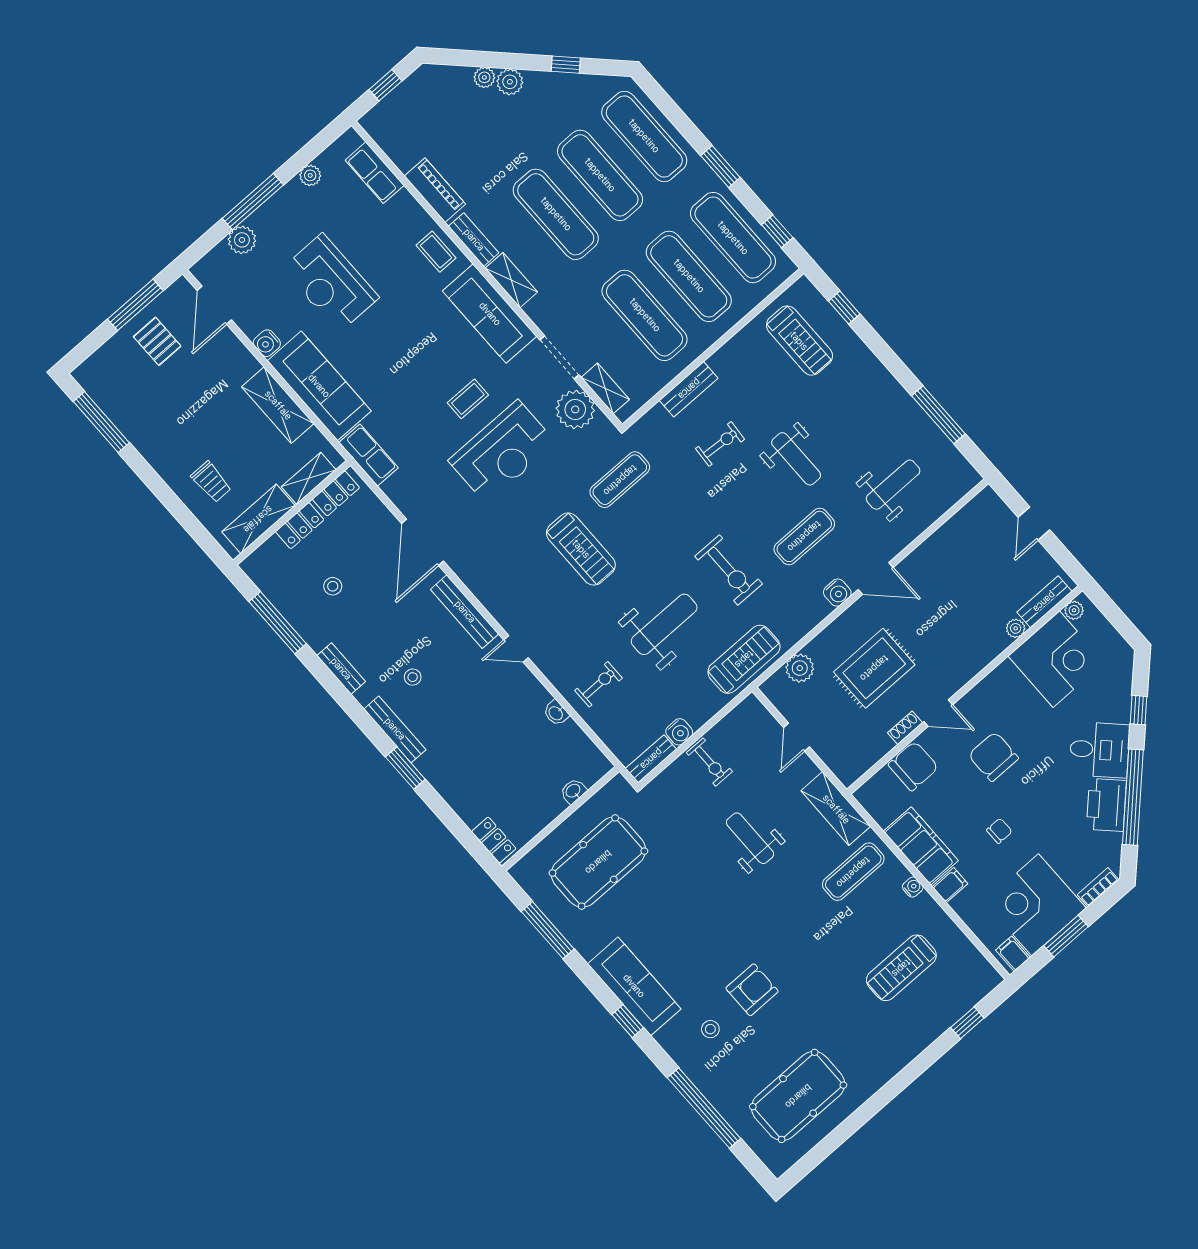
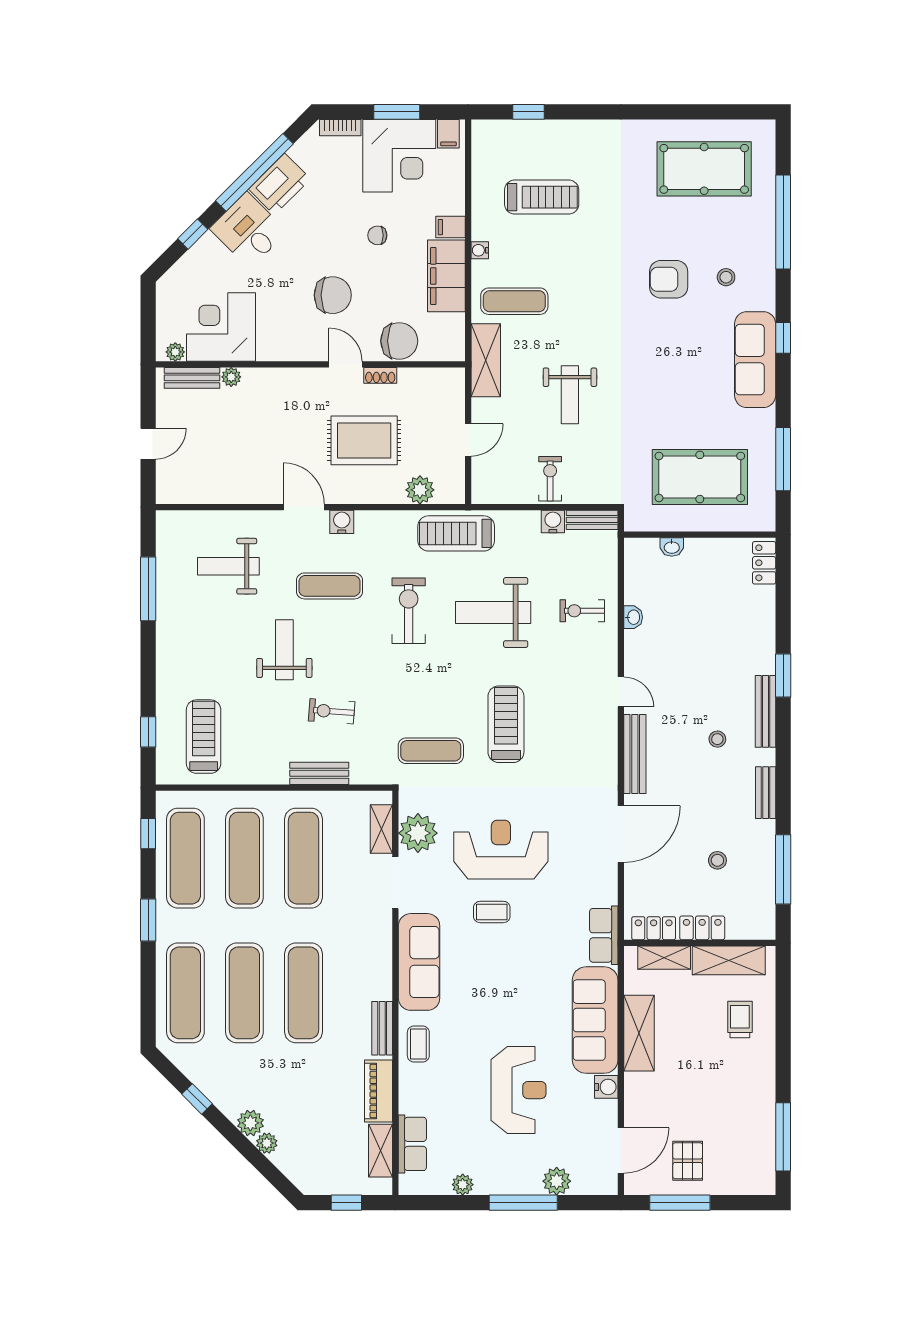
shelving: (511, 280) -> (380, 1151), moved
chair: (993, 757) -> (333, 295), turned -90
chair: (913, 766) -> (399, 341), turned 180

